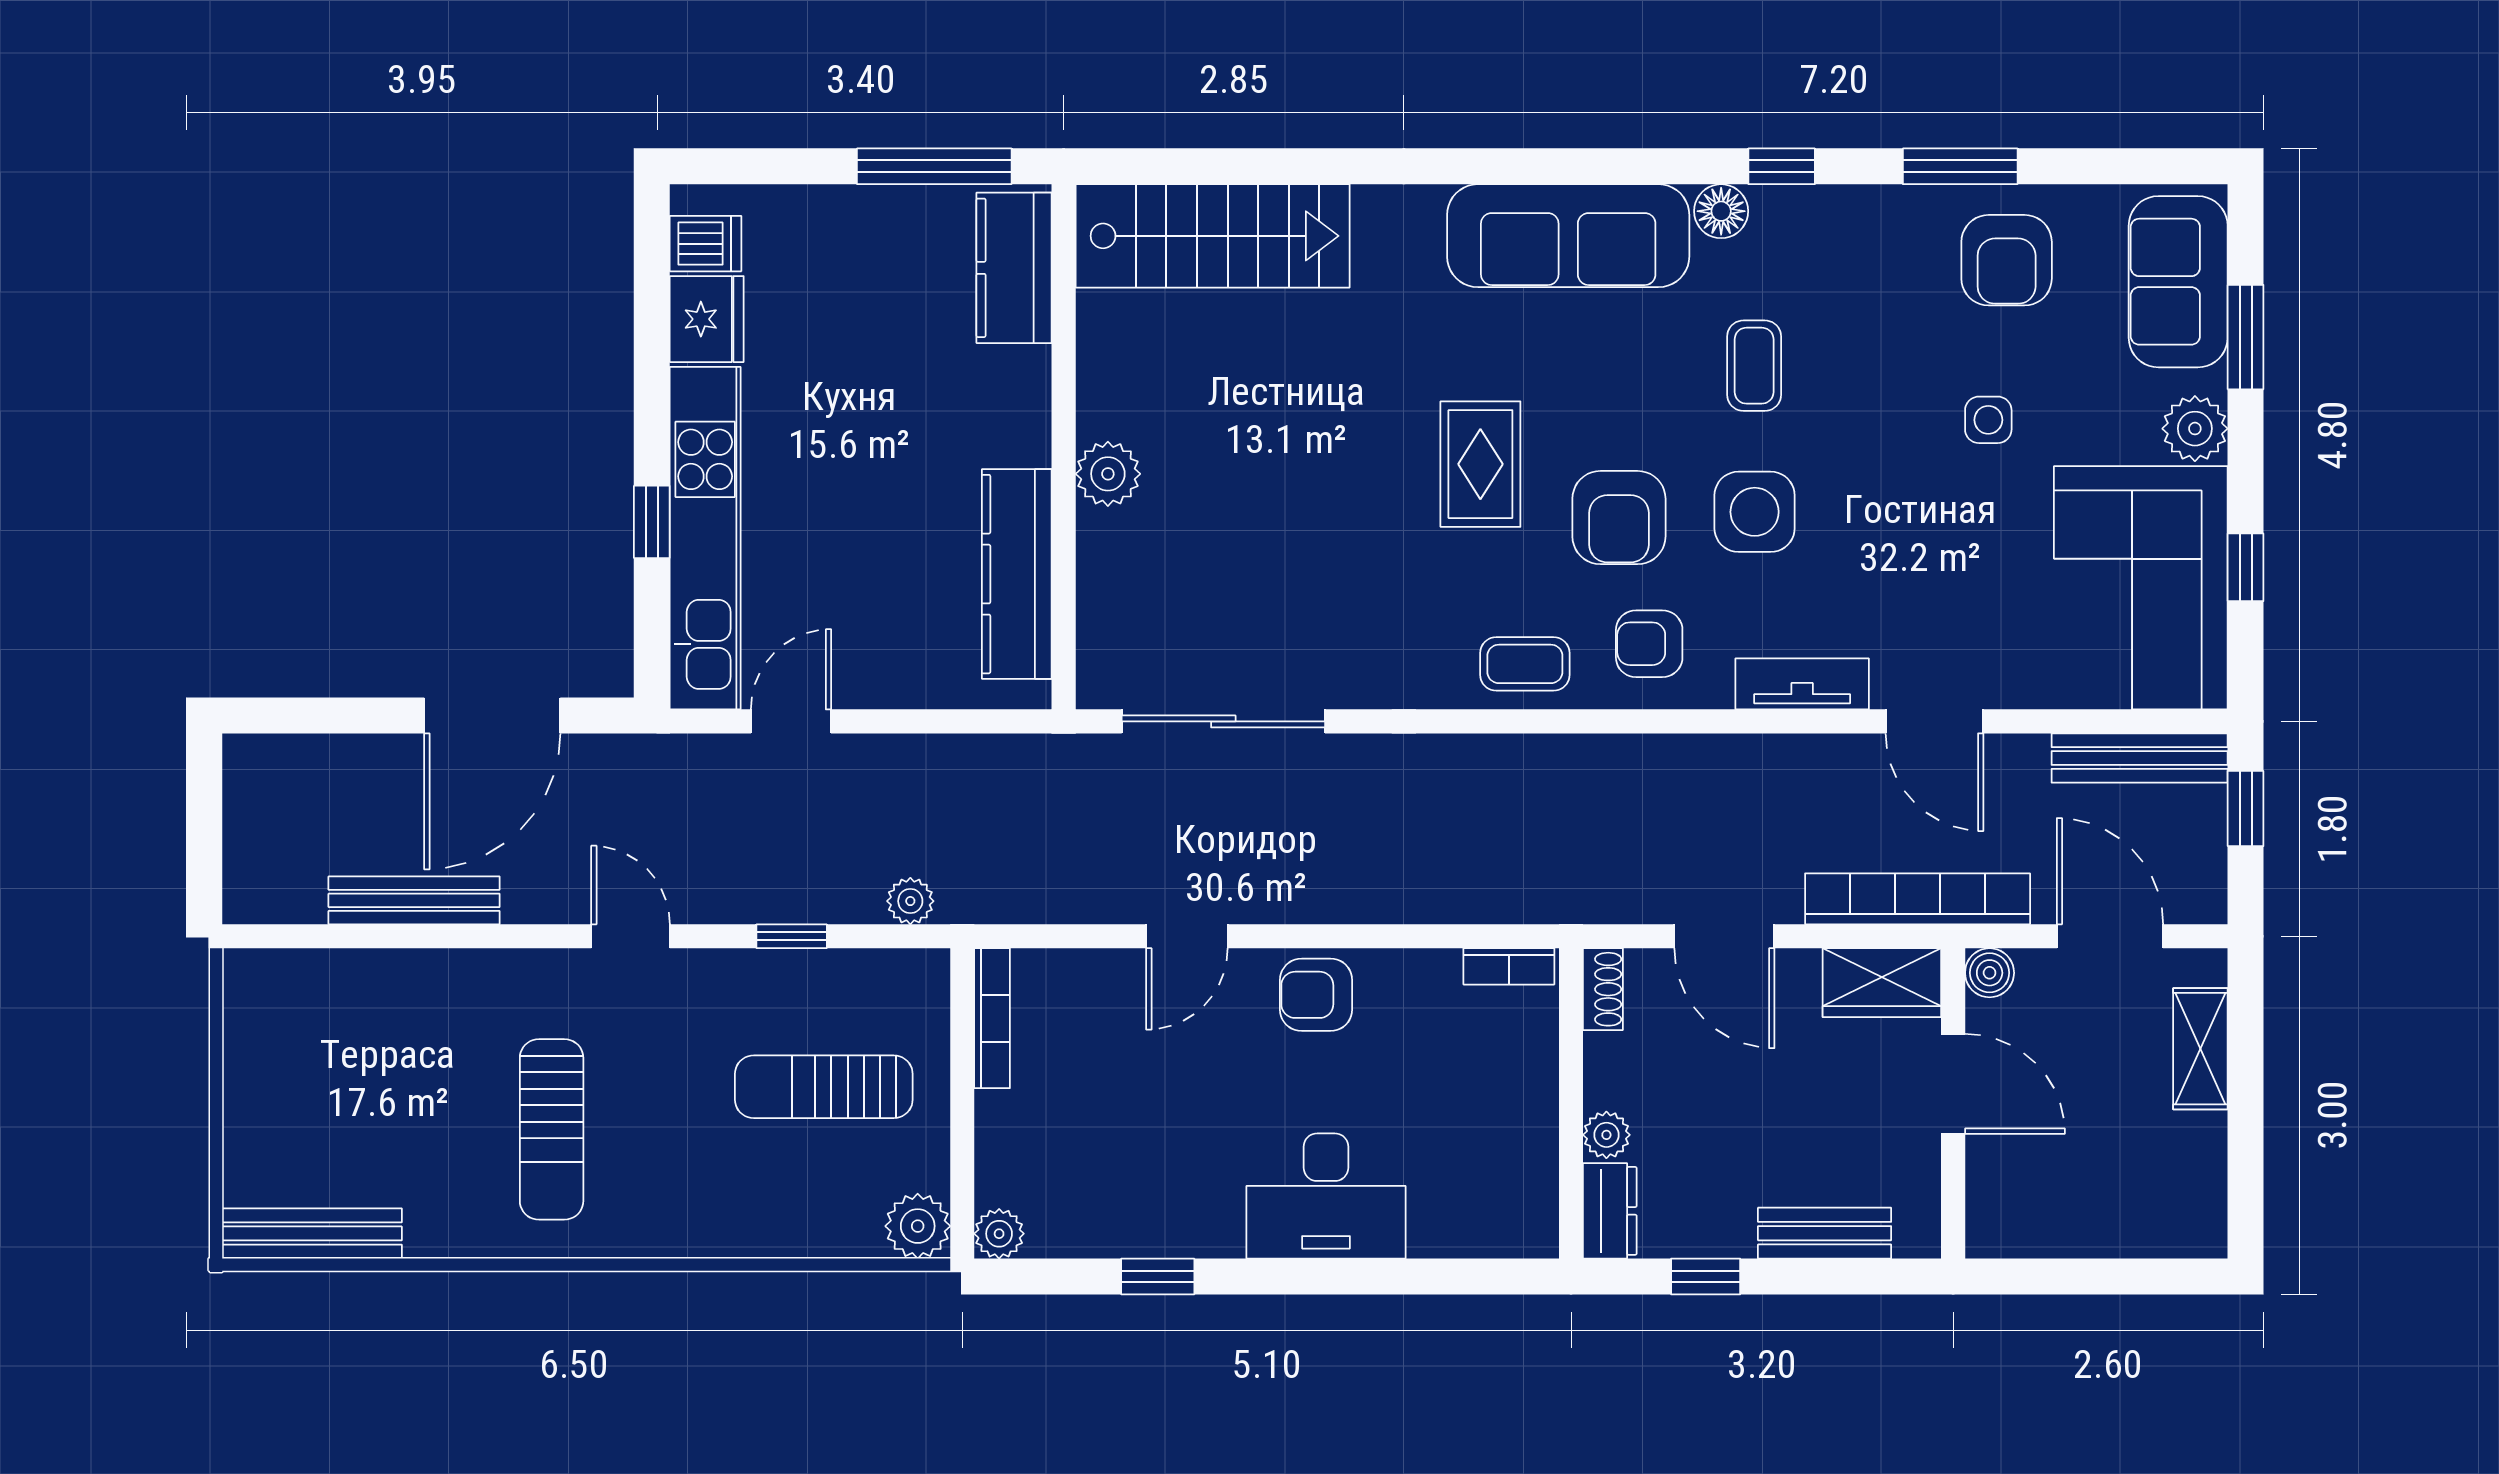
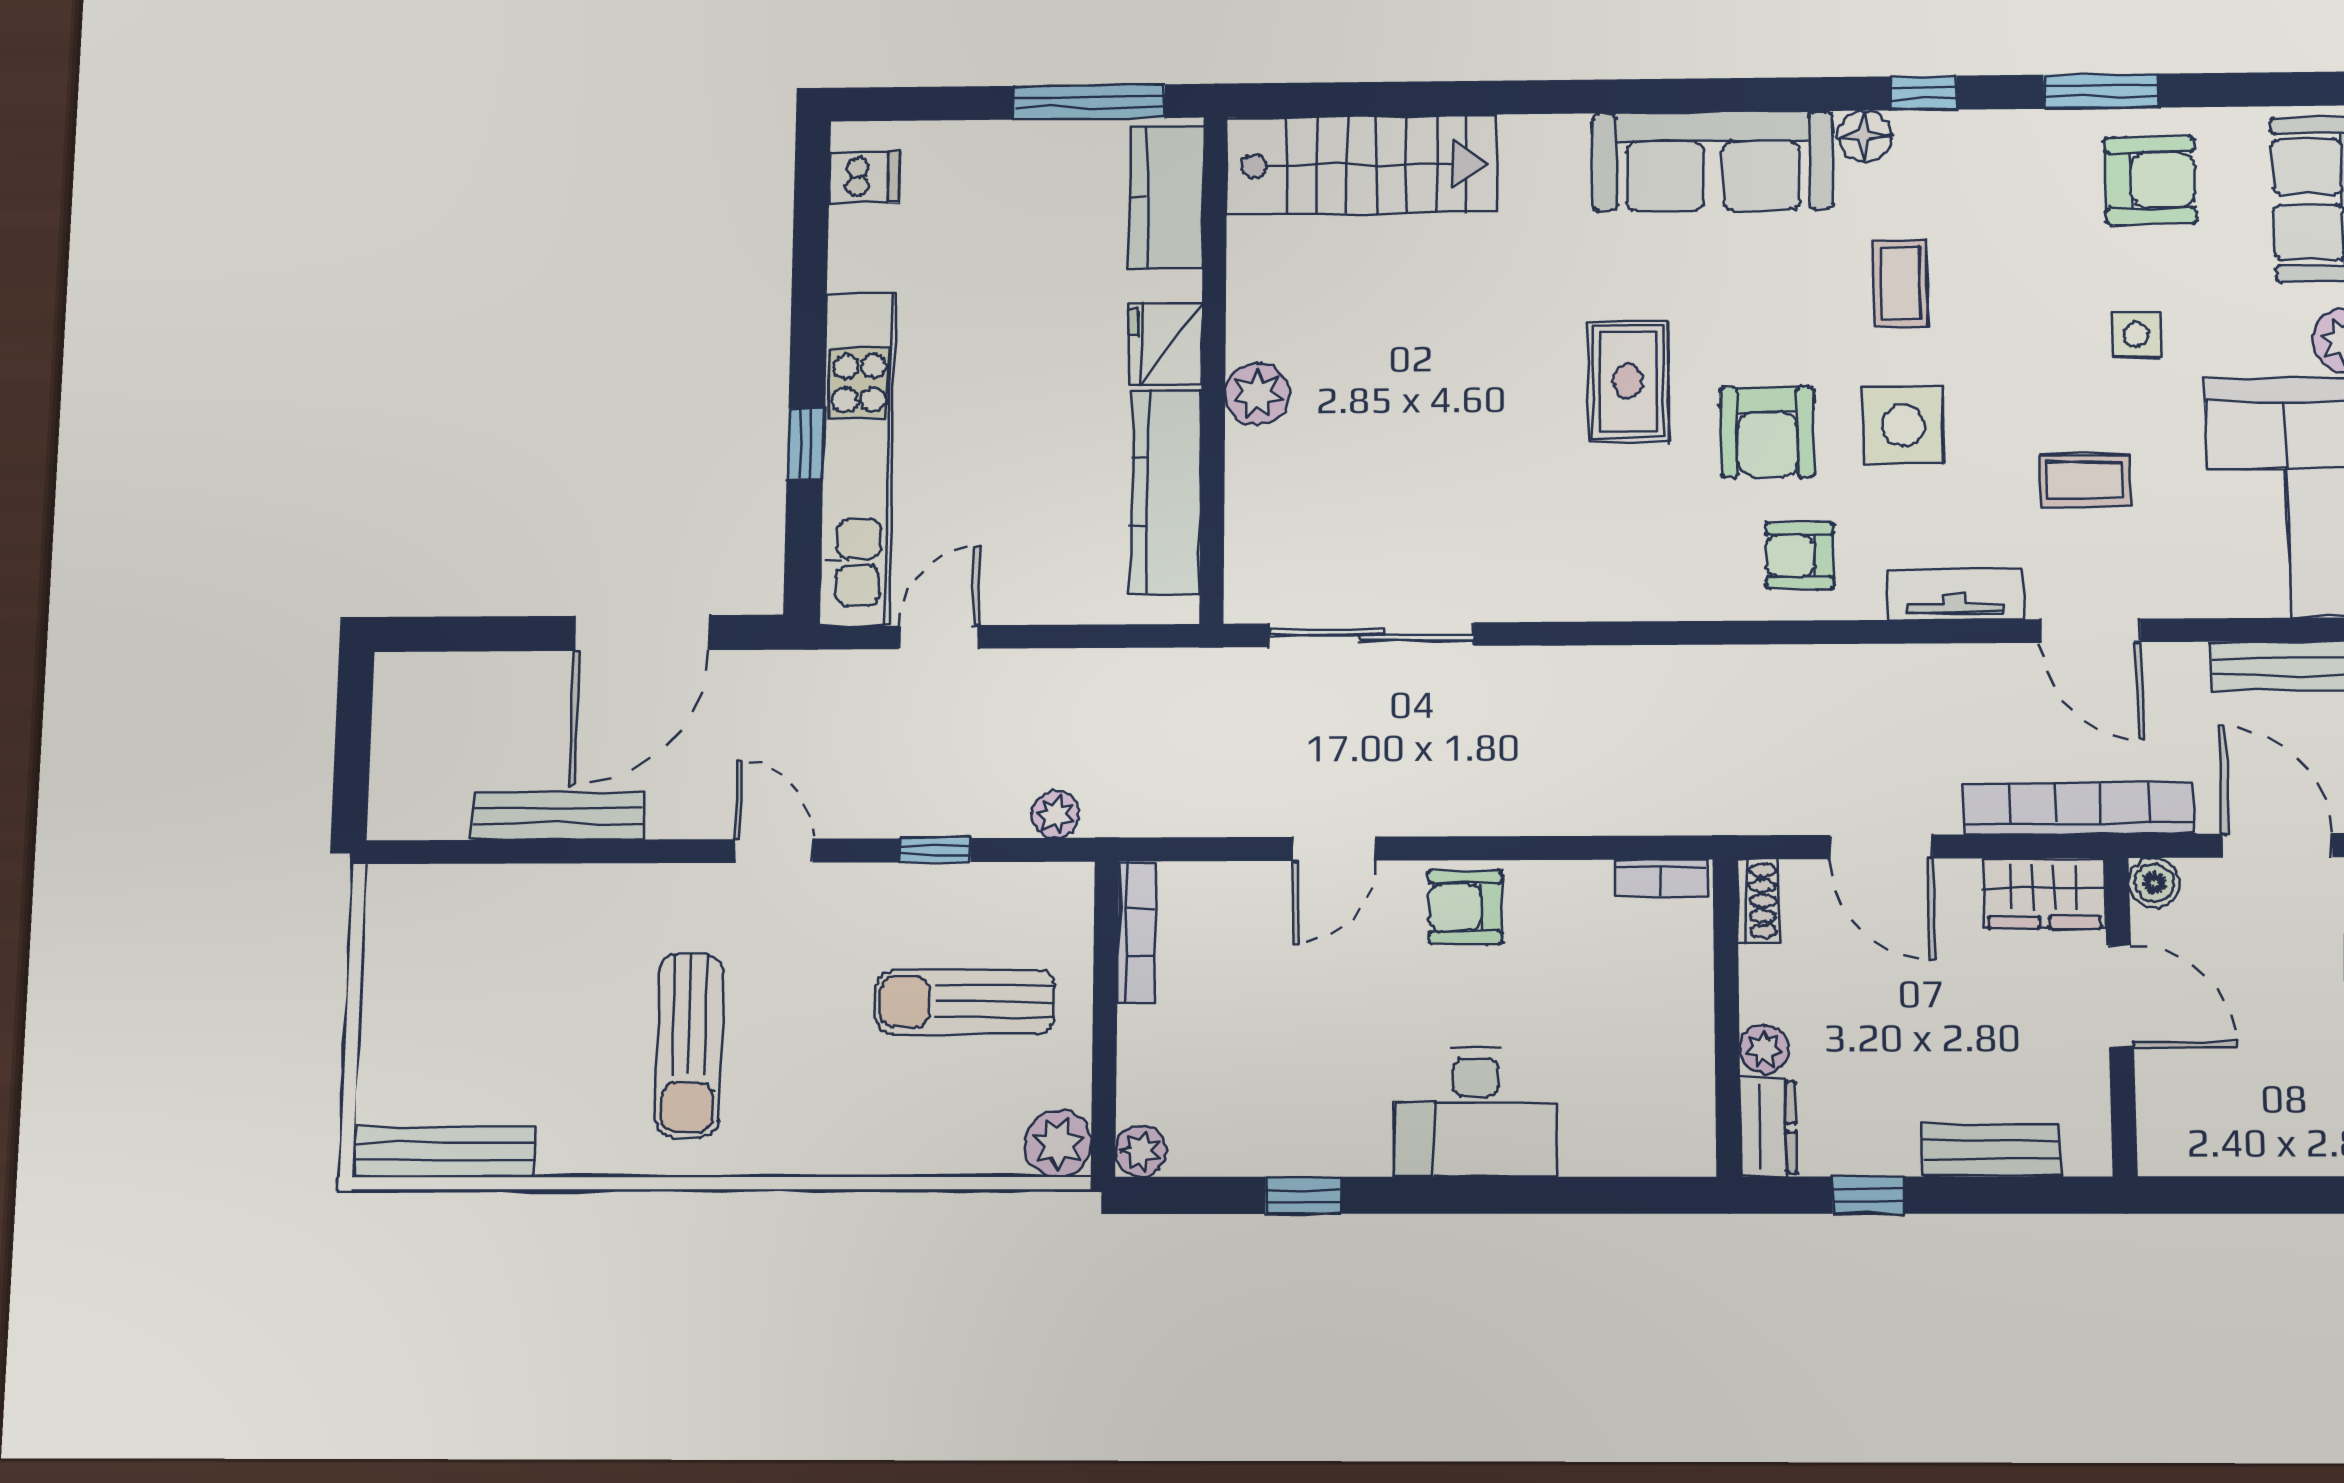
armchair: (2007, 260) -> (2150, 180), turned -90
fridge: (707, 319) -> (1165, 344), moved, turned 180
coffee table: (1525, 664) -> (2084, 480), moved

